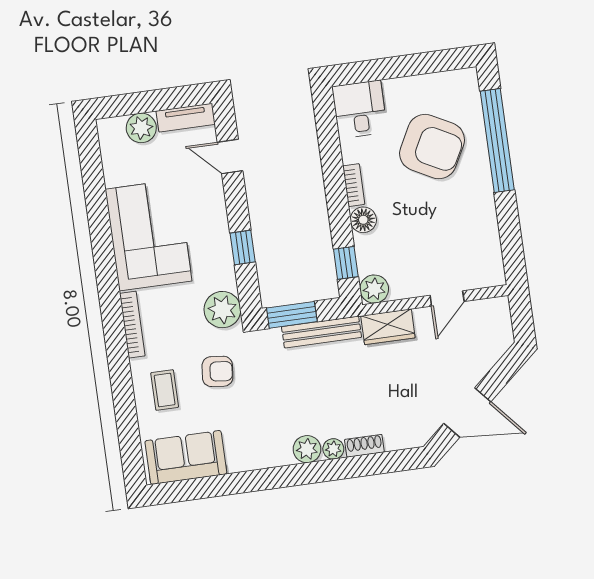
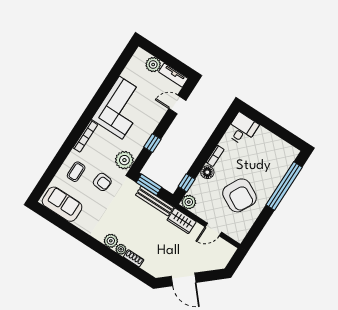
armchair: (432, 147) -> (239, 195), moved
door: (230, 157) -> (177, 104), hinge flipped

